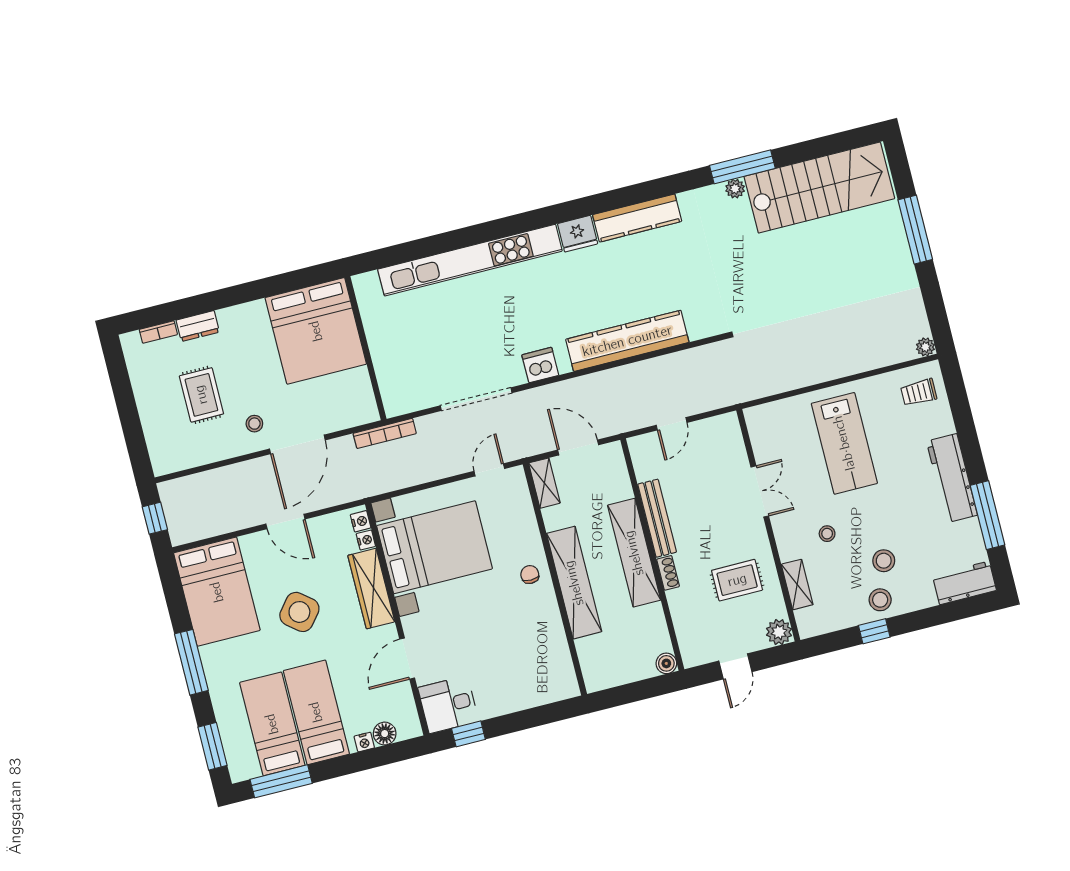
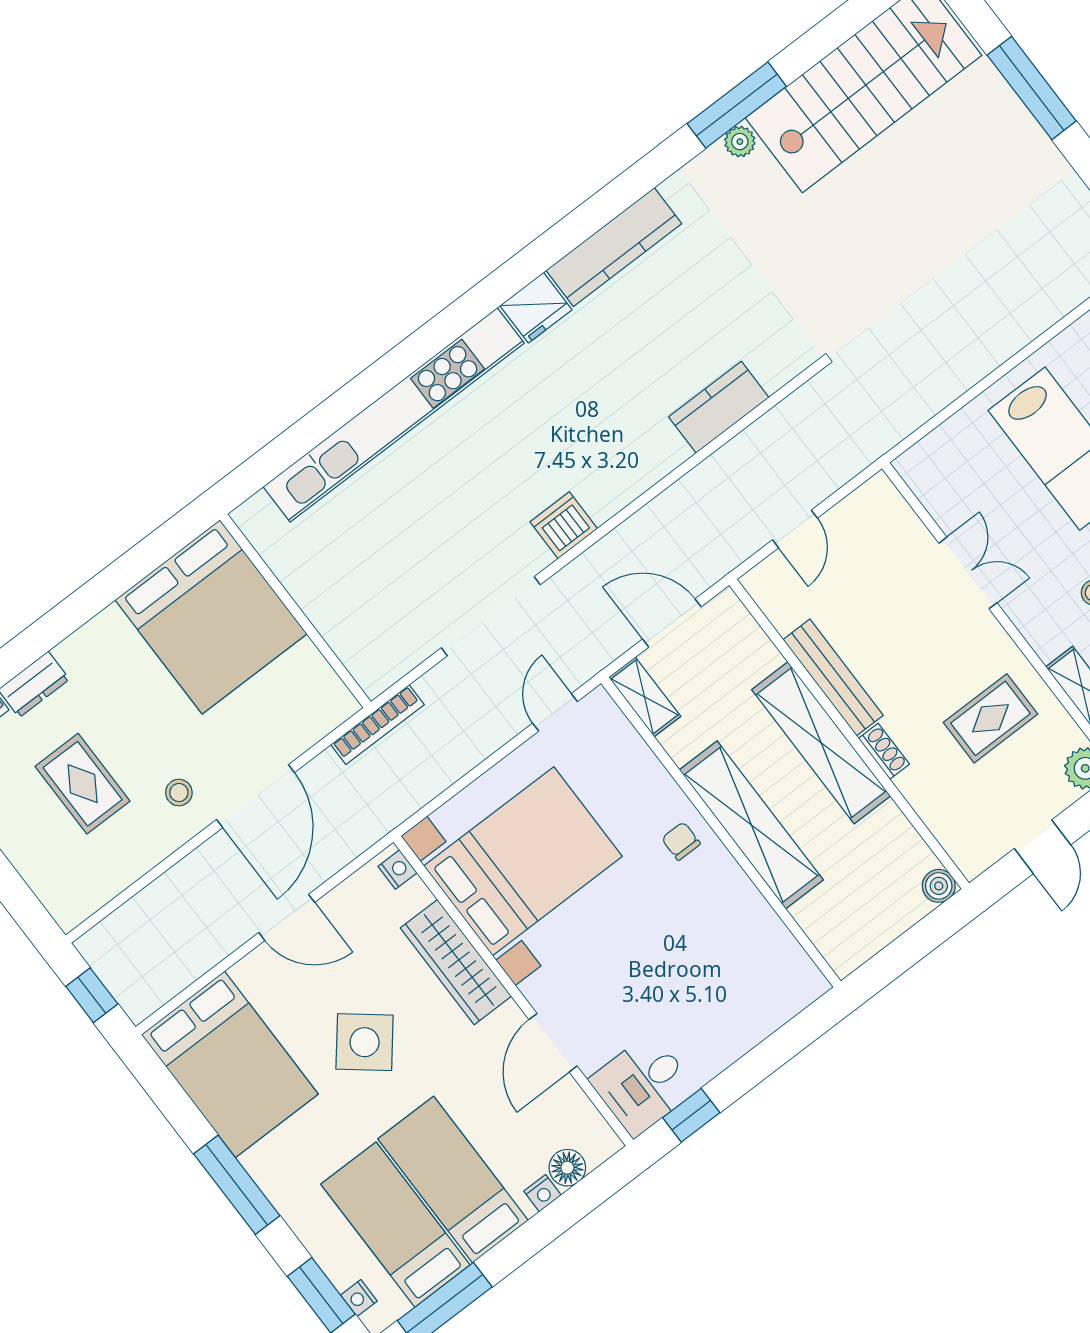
kitchen counter: (627, 341) -> (719, 407), width x0.48, depth x0.86
nightstand: (366, 540) -> (359, 1298), moved, turned 180

